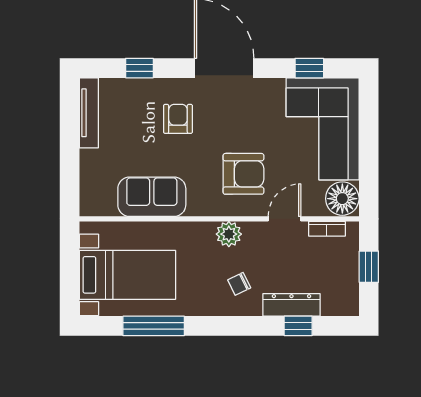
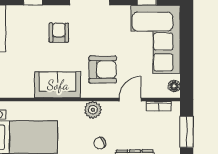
sofa: (152, 197) -> (58, 85), moved
floor lamp: (342, 199) -> (174, 86), width x0.53, depth x0.53
window: (369, 267) -> (187, 132), width x1.50

